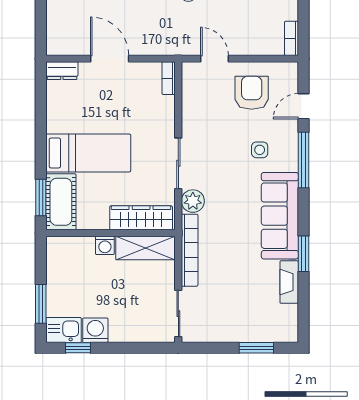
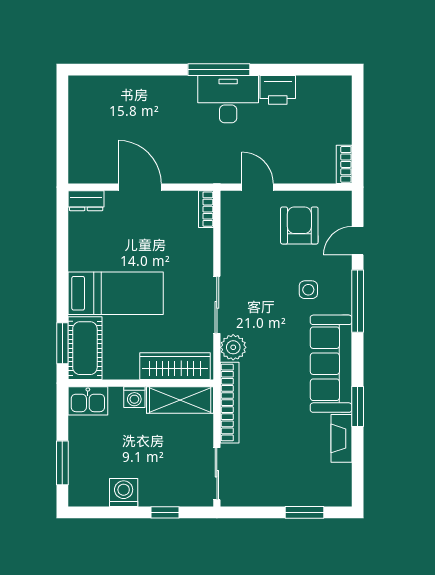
kitchen sink: (64, 330) -> (88, 401), moved, turned 180
window: (78, 348) -> (165, 512), moved

